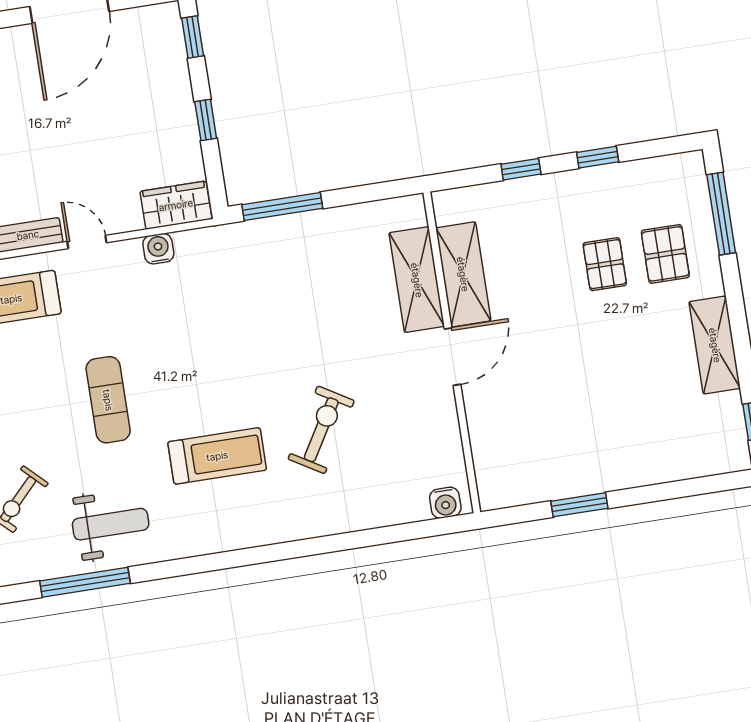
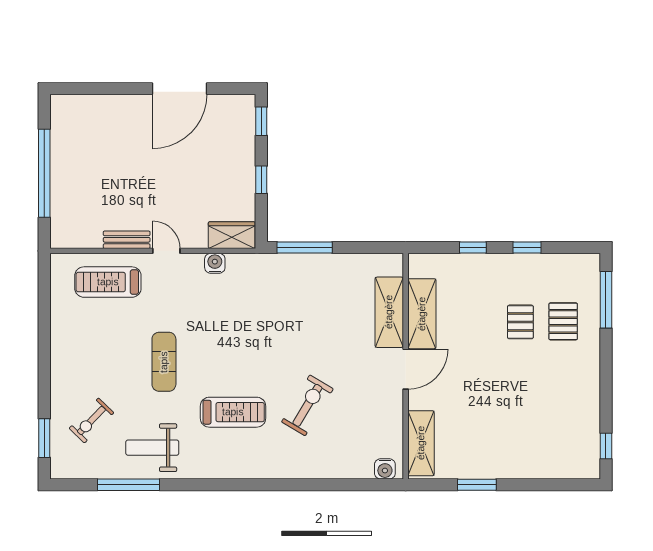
shelving: (715, 345) -> (421, 443), moved
weight bench: (111, 524) -> (152, 448), turned 180

